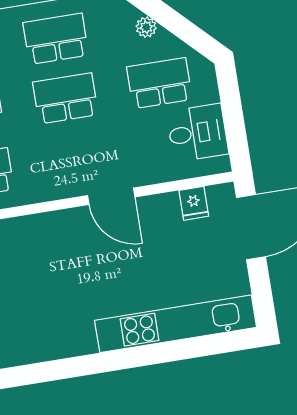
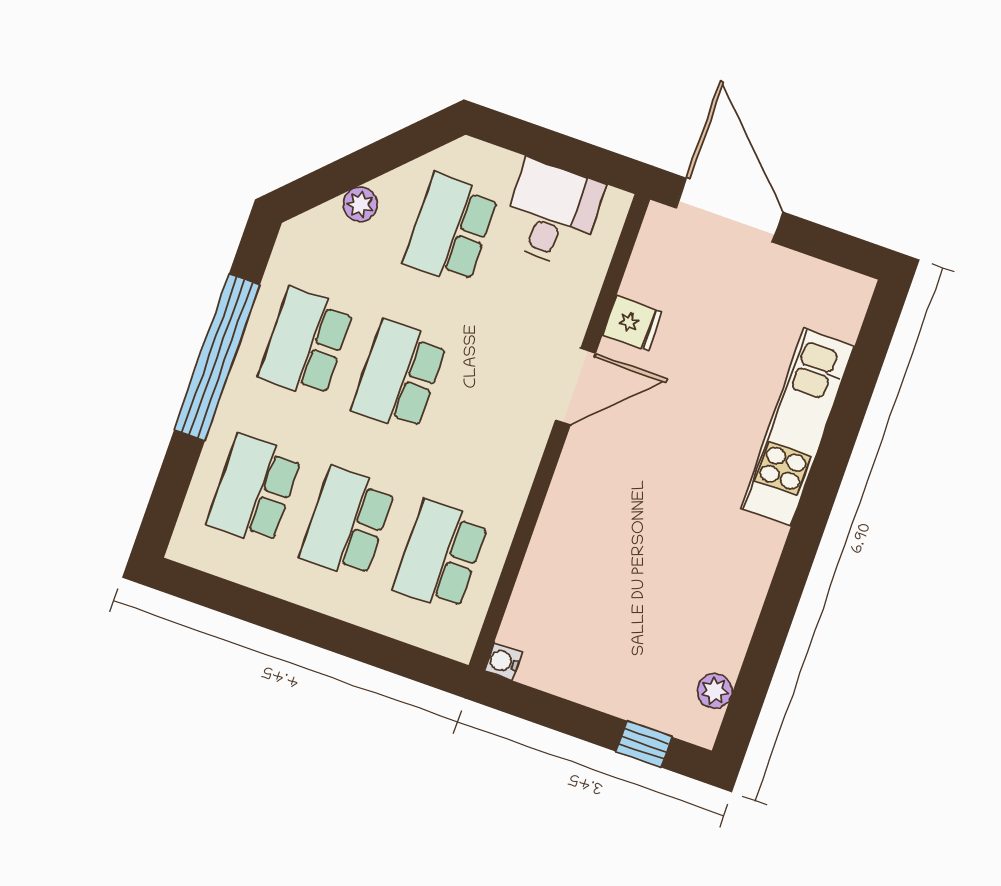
fridge: (194, 203) -> (633, 324), moved
kitchen unit: (176, 324) -> (798, 427), width x0.73

